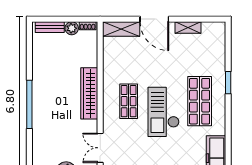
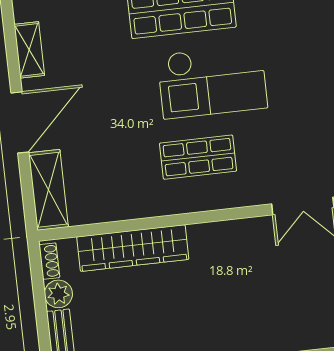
wardrobe: (89, 93) -> (133, 248), moved

